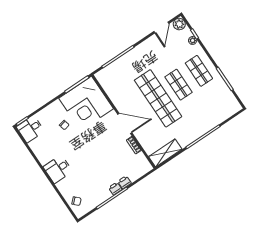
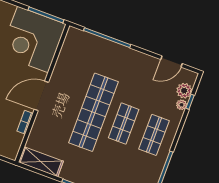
plant: (179, 24) -> (184, 91), moved
door: (125, 123) -> (41, 96), swing flipped

